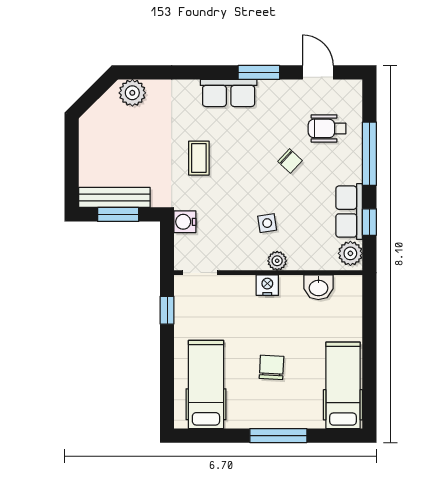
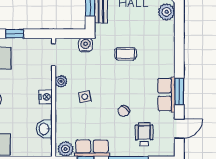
row of seats: (229, 93) -> (166, 95), moved
plant: (277, 261) -> (61, 81), moved
window: (167, 310) -> (15, 34), moved

